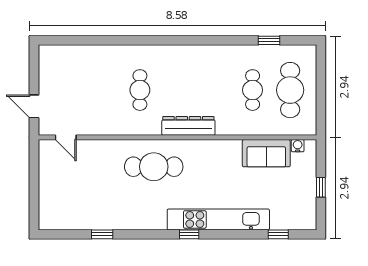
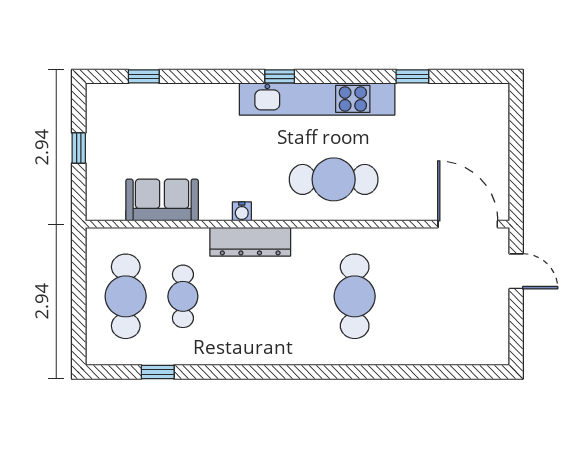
cafe table: (140, 90) -> (355, 296), width x1.37, depth x1.35
dresser: (188, 126) -> (250, 242), moved
door: (66, 137) -> (468, 224), width x1.87
water cooler: (298, 146) -> (242, 211), moved
kitchen unit: (218, 220) -> (317, 99), moved

